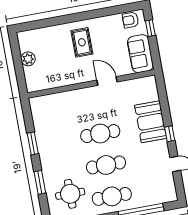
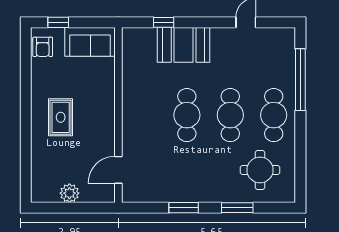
rug: (82, 42) -> (61, 117), turned 90
door: (107, 81) -> (118, 170), moved
window: (170, 134) -> (164, 22), moved

